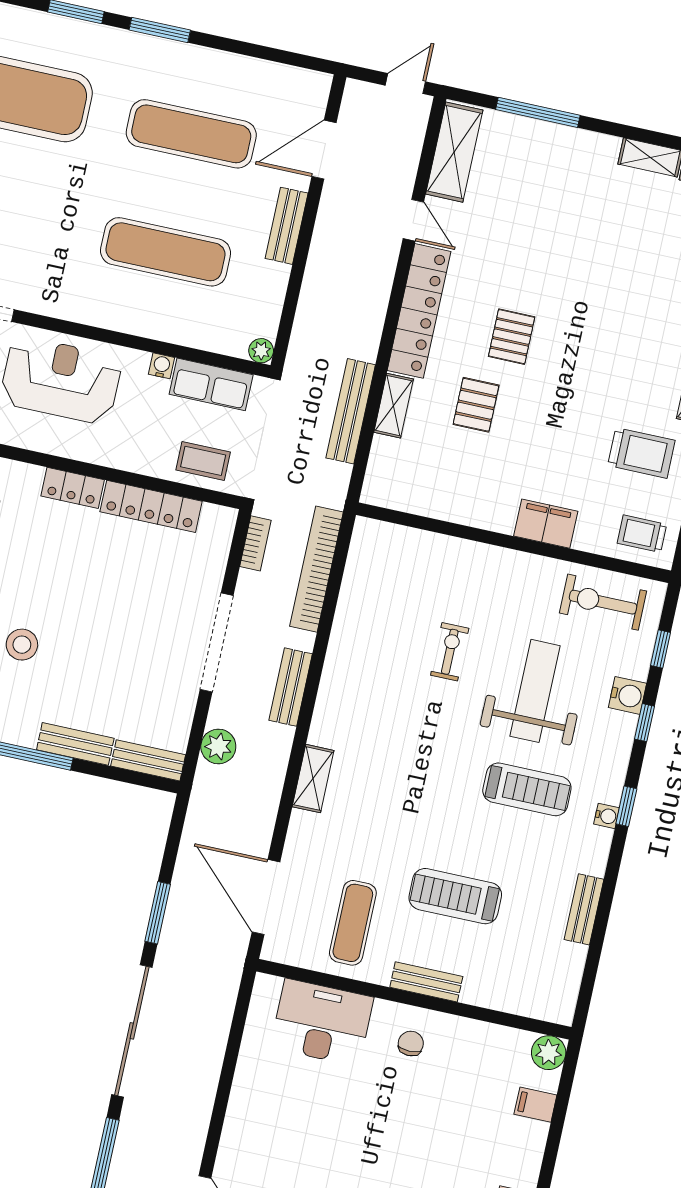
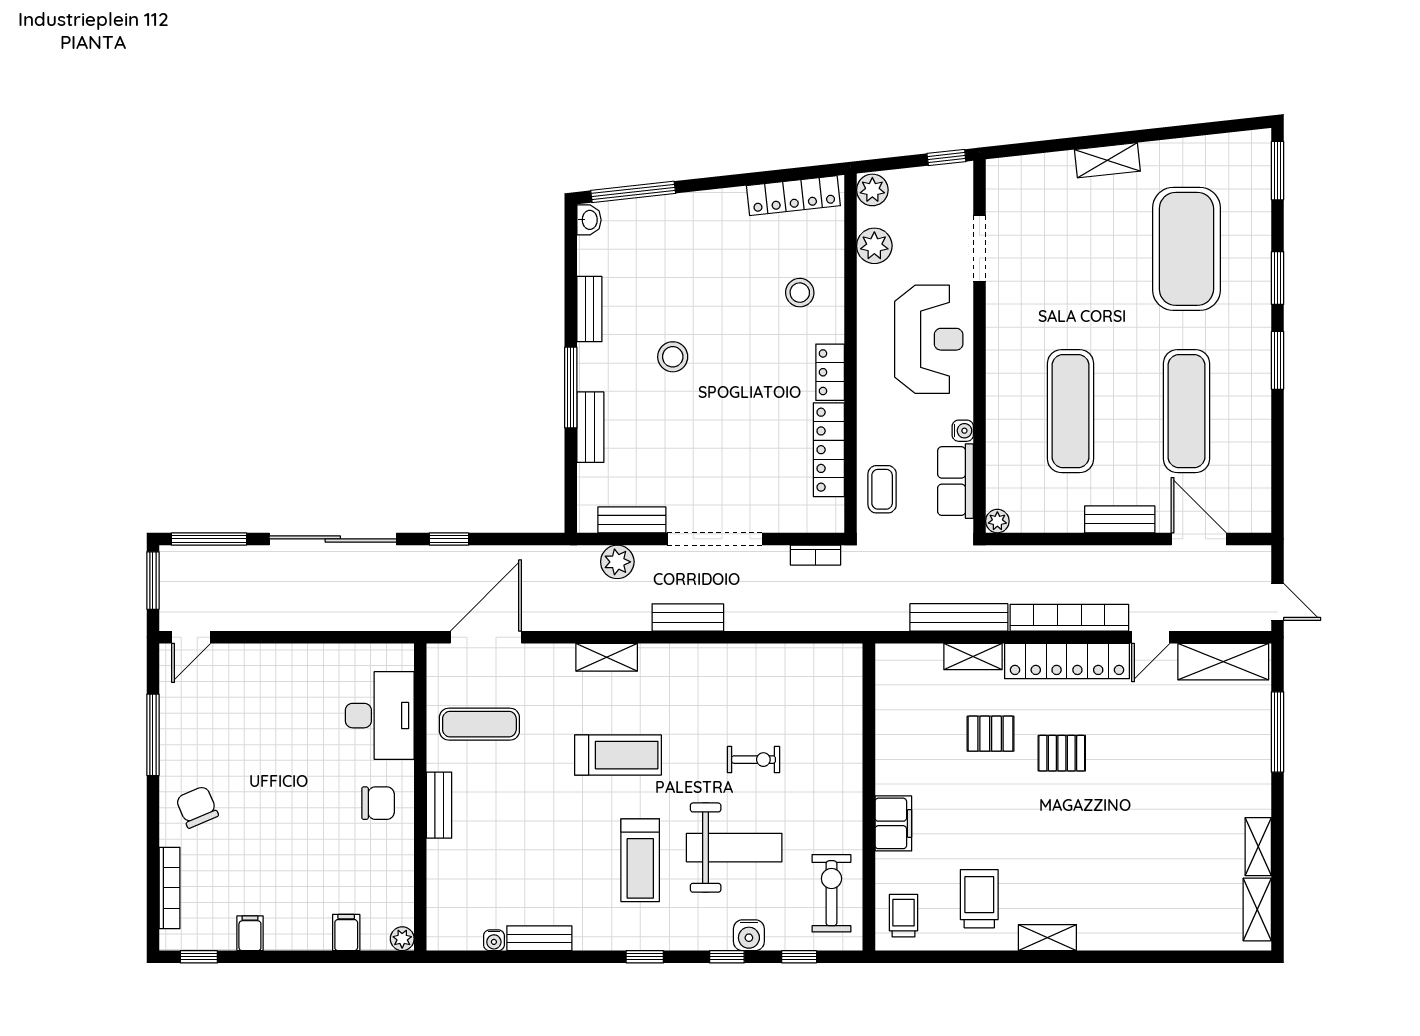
trolley: (641, 453) -> (979, 899), turned 180
bookcase: (317, 569) -> (1069, 618), moved
bench: (148, 760) -> (632, 520), moved, turned 90
water cooler: (607, 816) -> (494, 940), moved
treadmill: (455, 896) -> (618, 755), moved, turned 90
window: (158, 913) -> (449, 539), width x0.67
chair: (411, 1043) -> (378, 803), width x1.37, depth x1.37
plant: (549, 1053) -> (402, 939), width x0.73, depth x0.73

